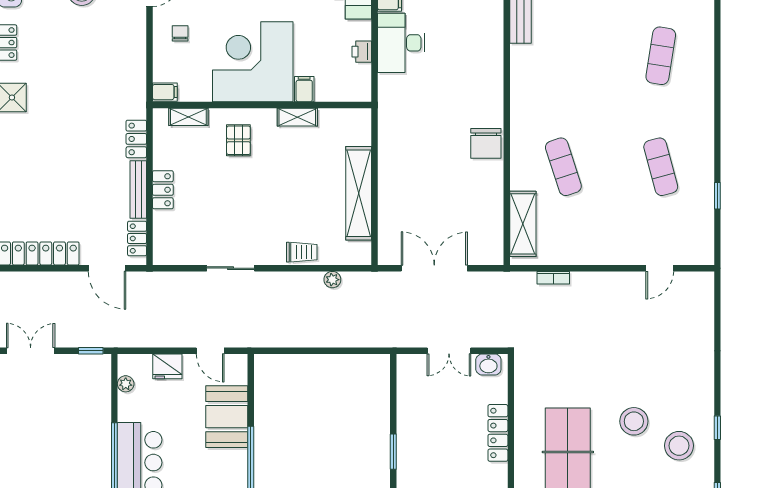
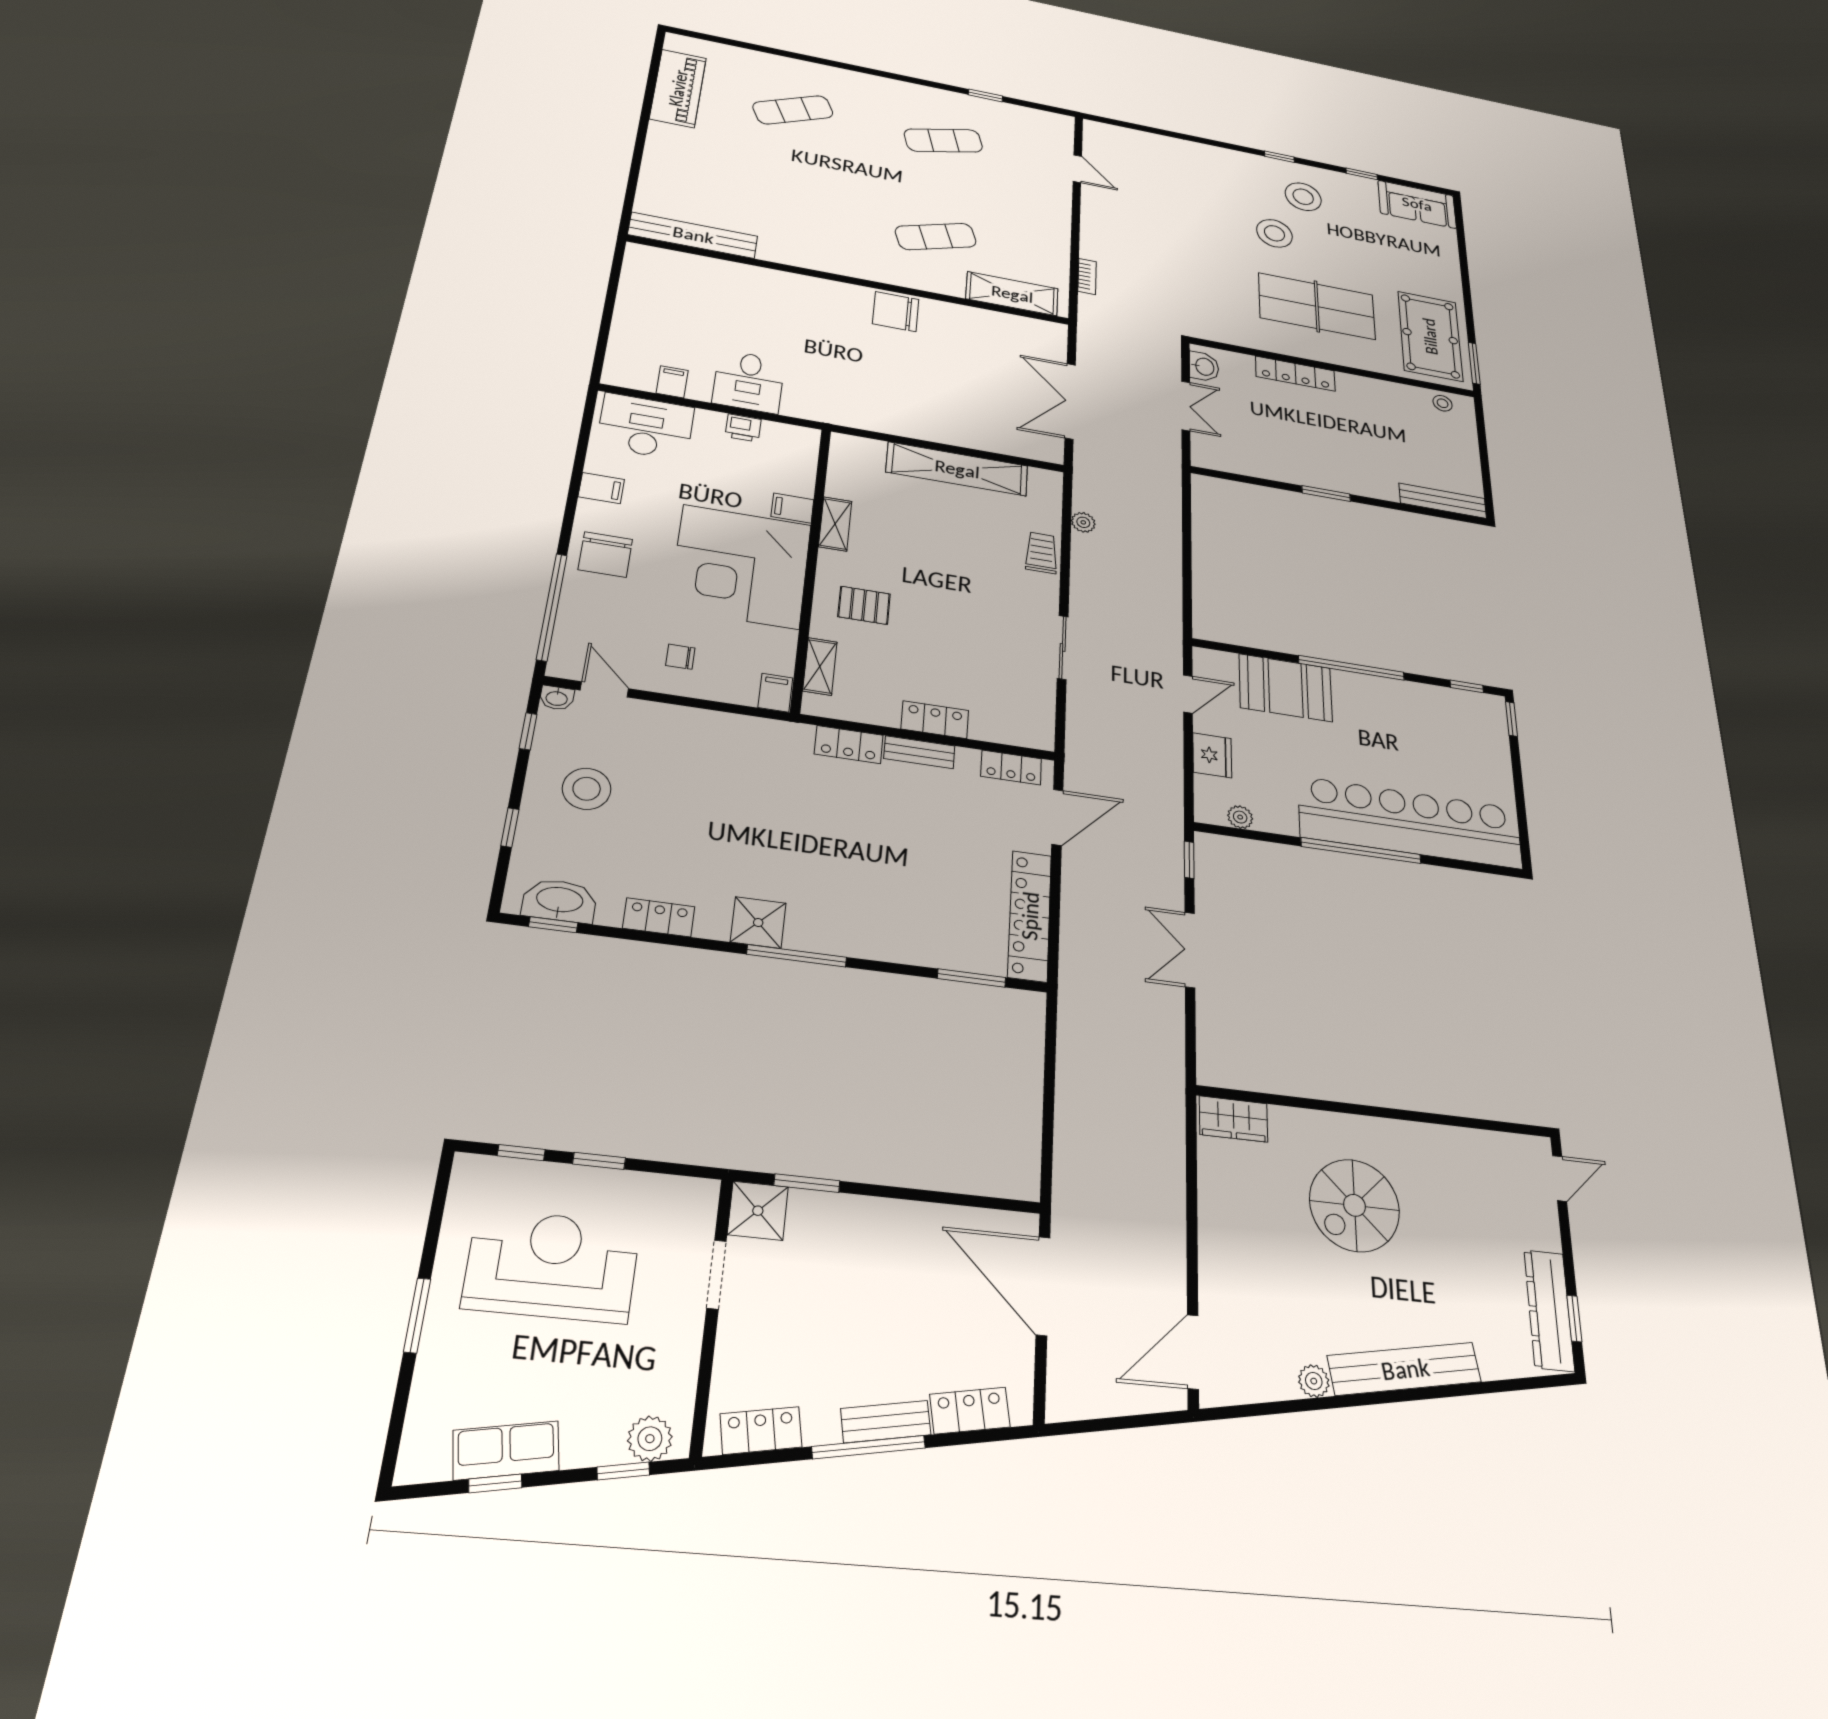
desk: (401, 43) -> (749, 382), width x0.73
exercise mat: (661, 56) -> (793, 110), turned -33
chair: (486, 143) -> (896, 312), turned 180
bench: (138, 189) -> (919, 752), width x0.73

